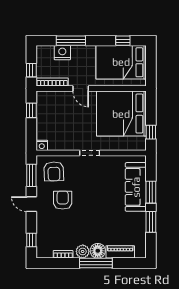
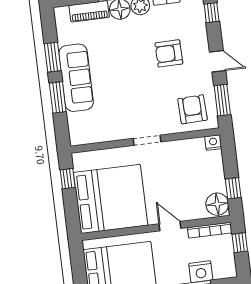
floor lamp: (44, 100) -> (217, 204), added
sofa: (136, 187) -> (76, 78), moved
armchair: (63, 200) -> (169, 53), moved, turned 89

